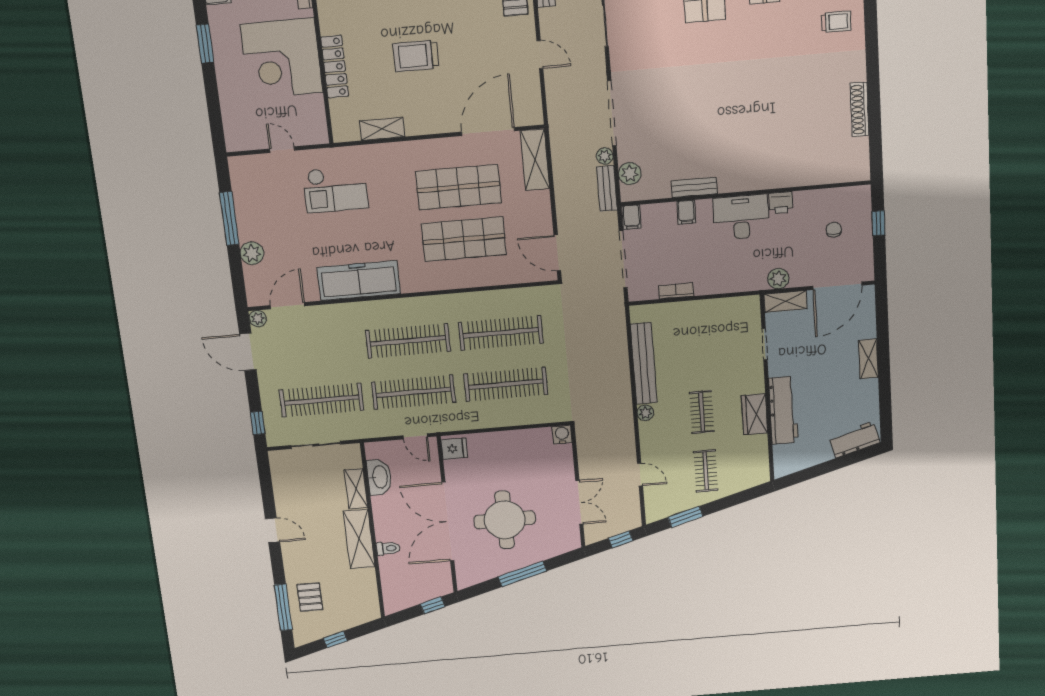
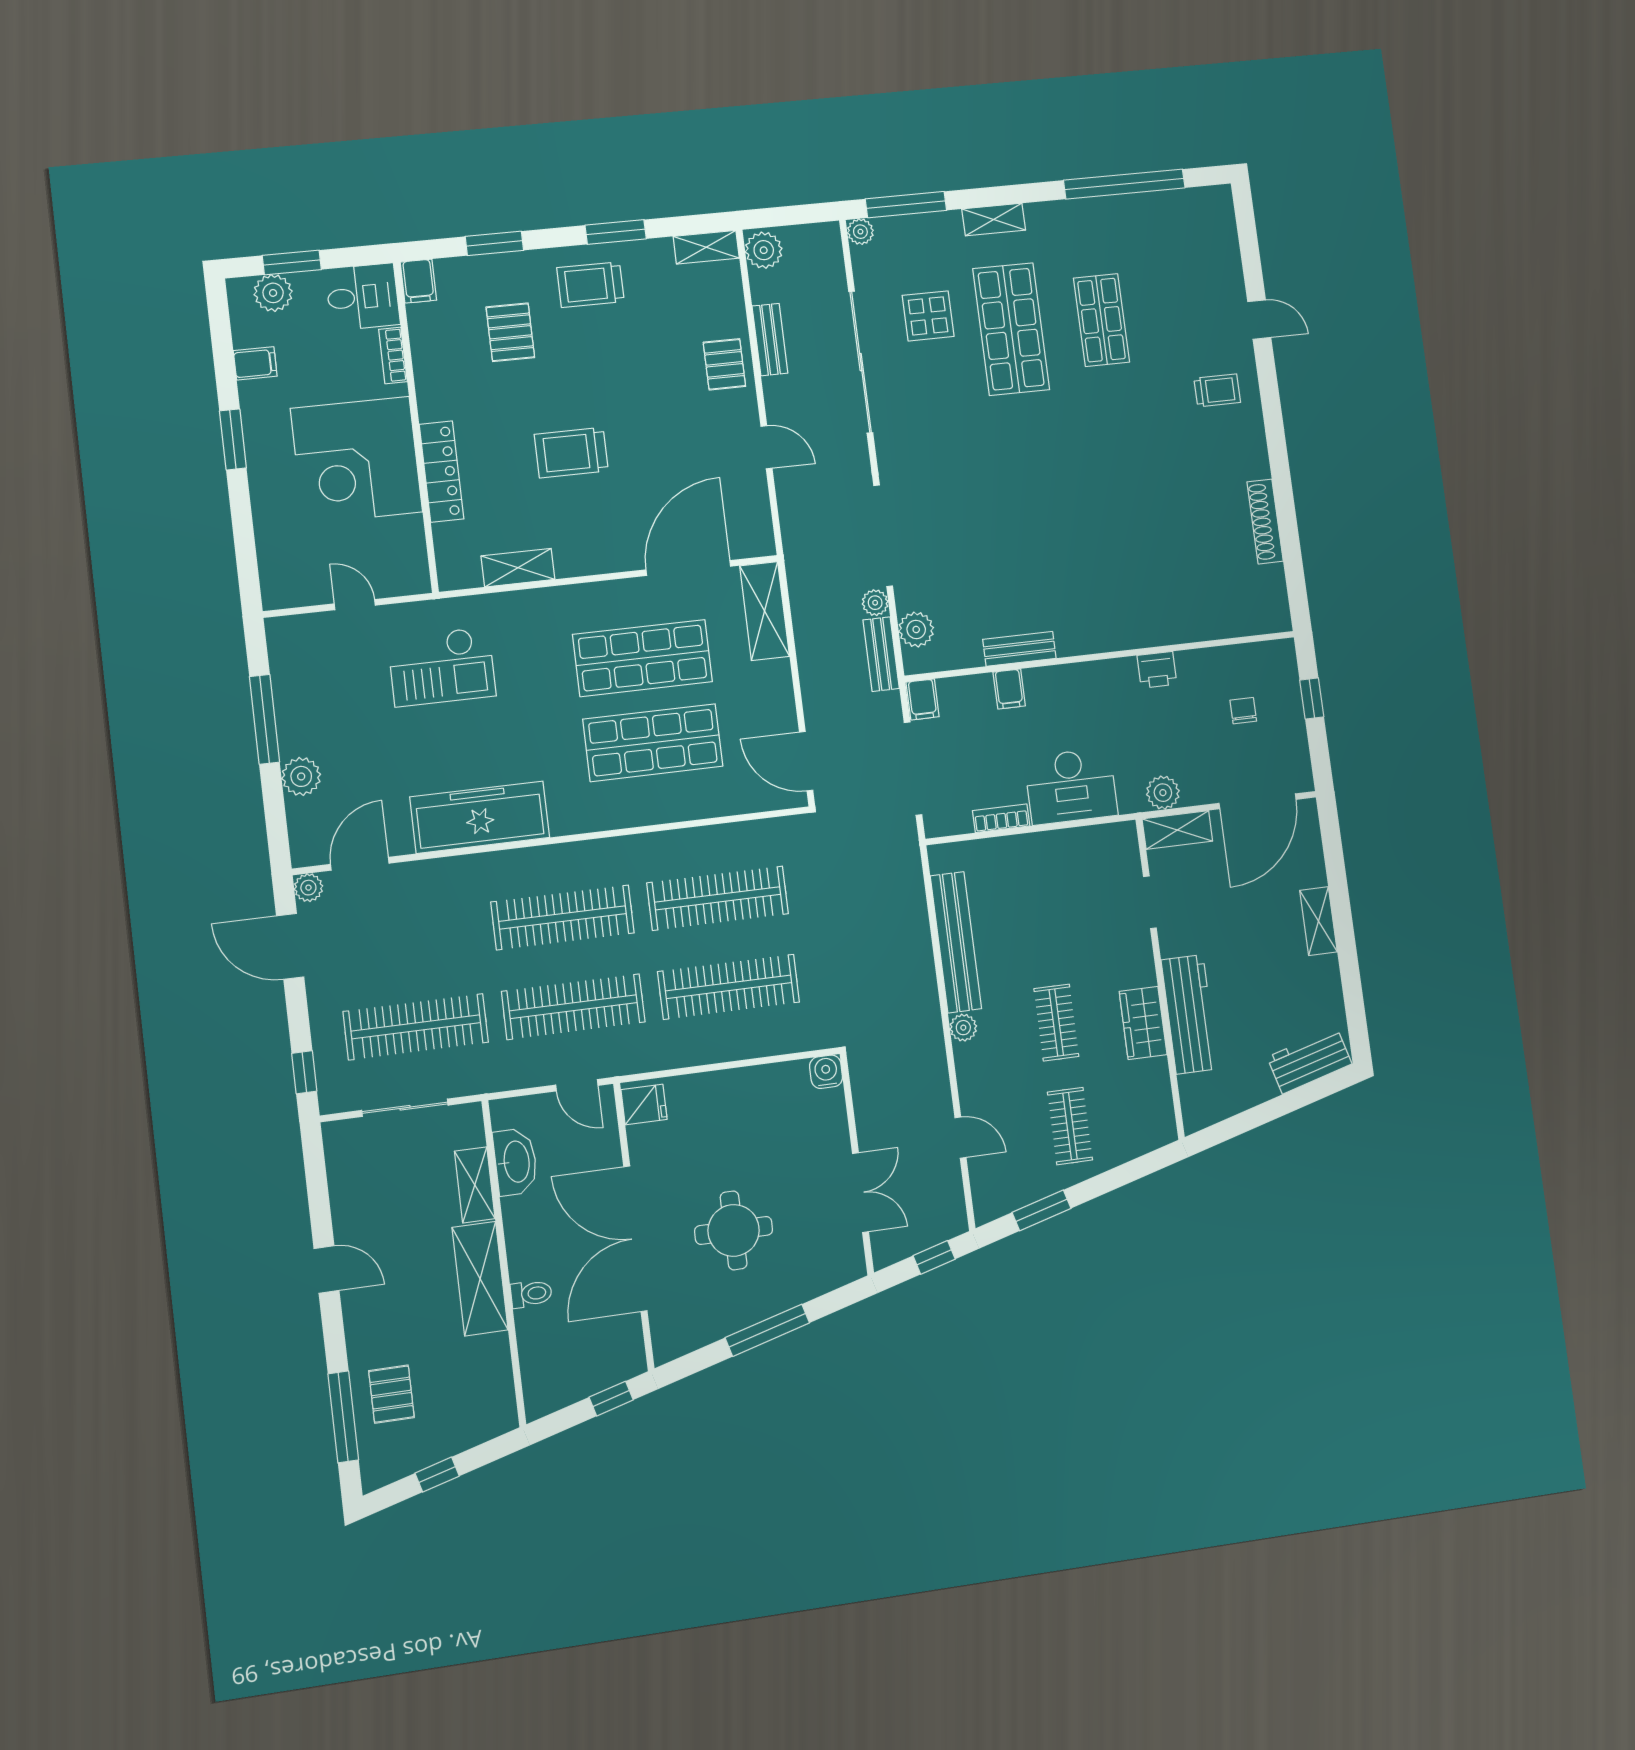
desk: (741, 217) -> (1071, 786), moved, turned 180
round table: (505, 520) -> (734, 1230), width x0.73, depth x0.73

